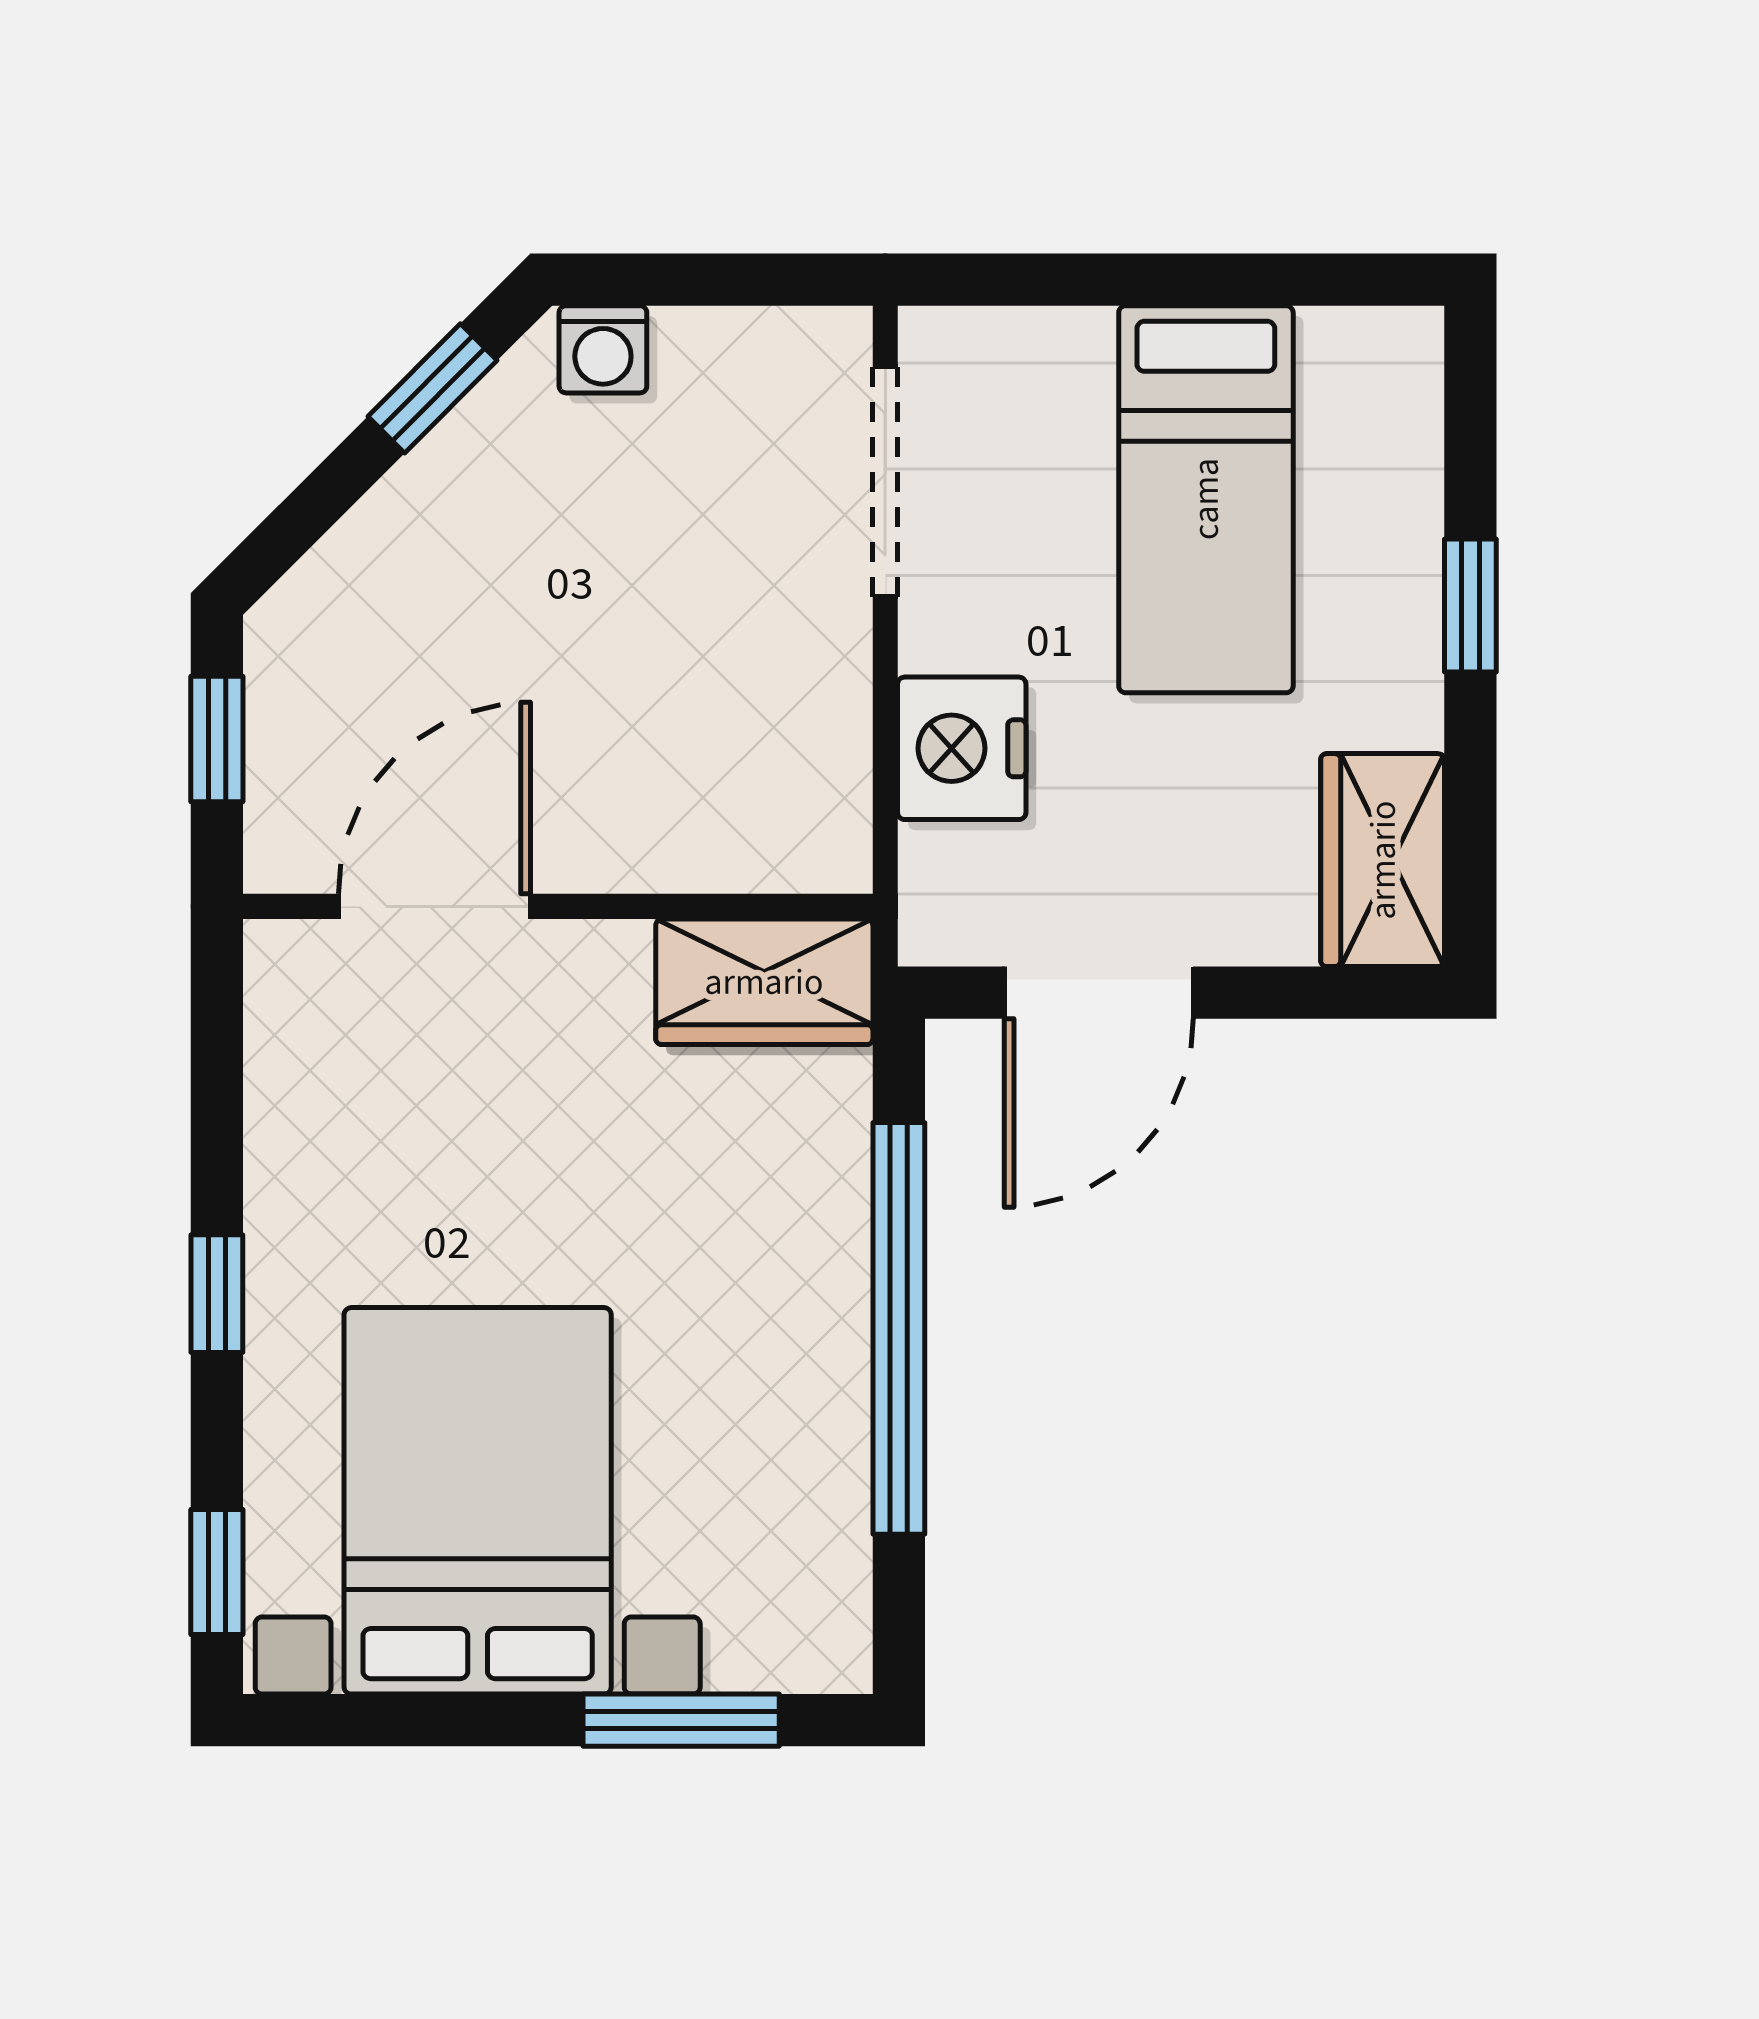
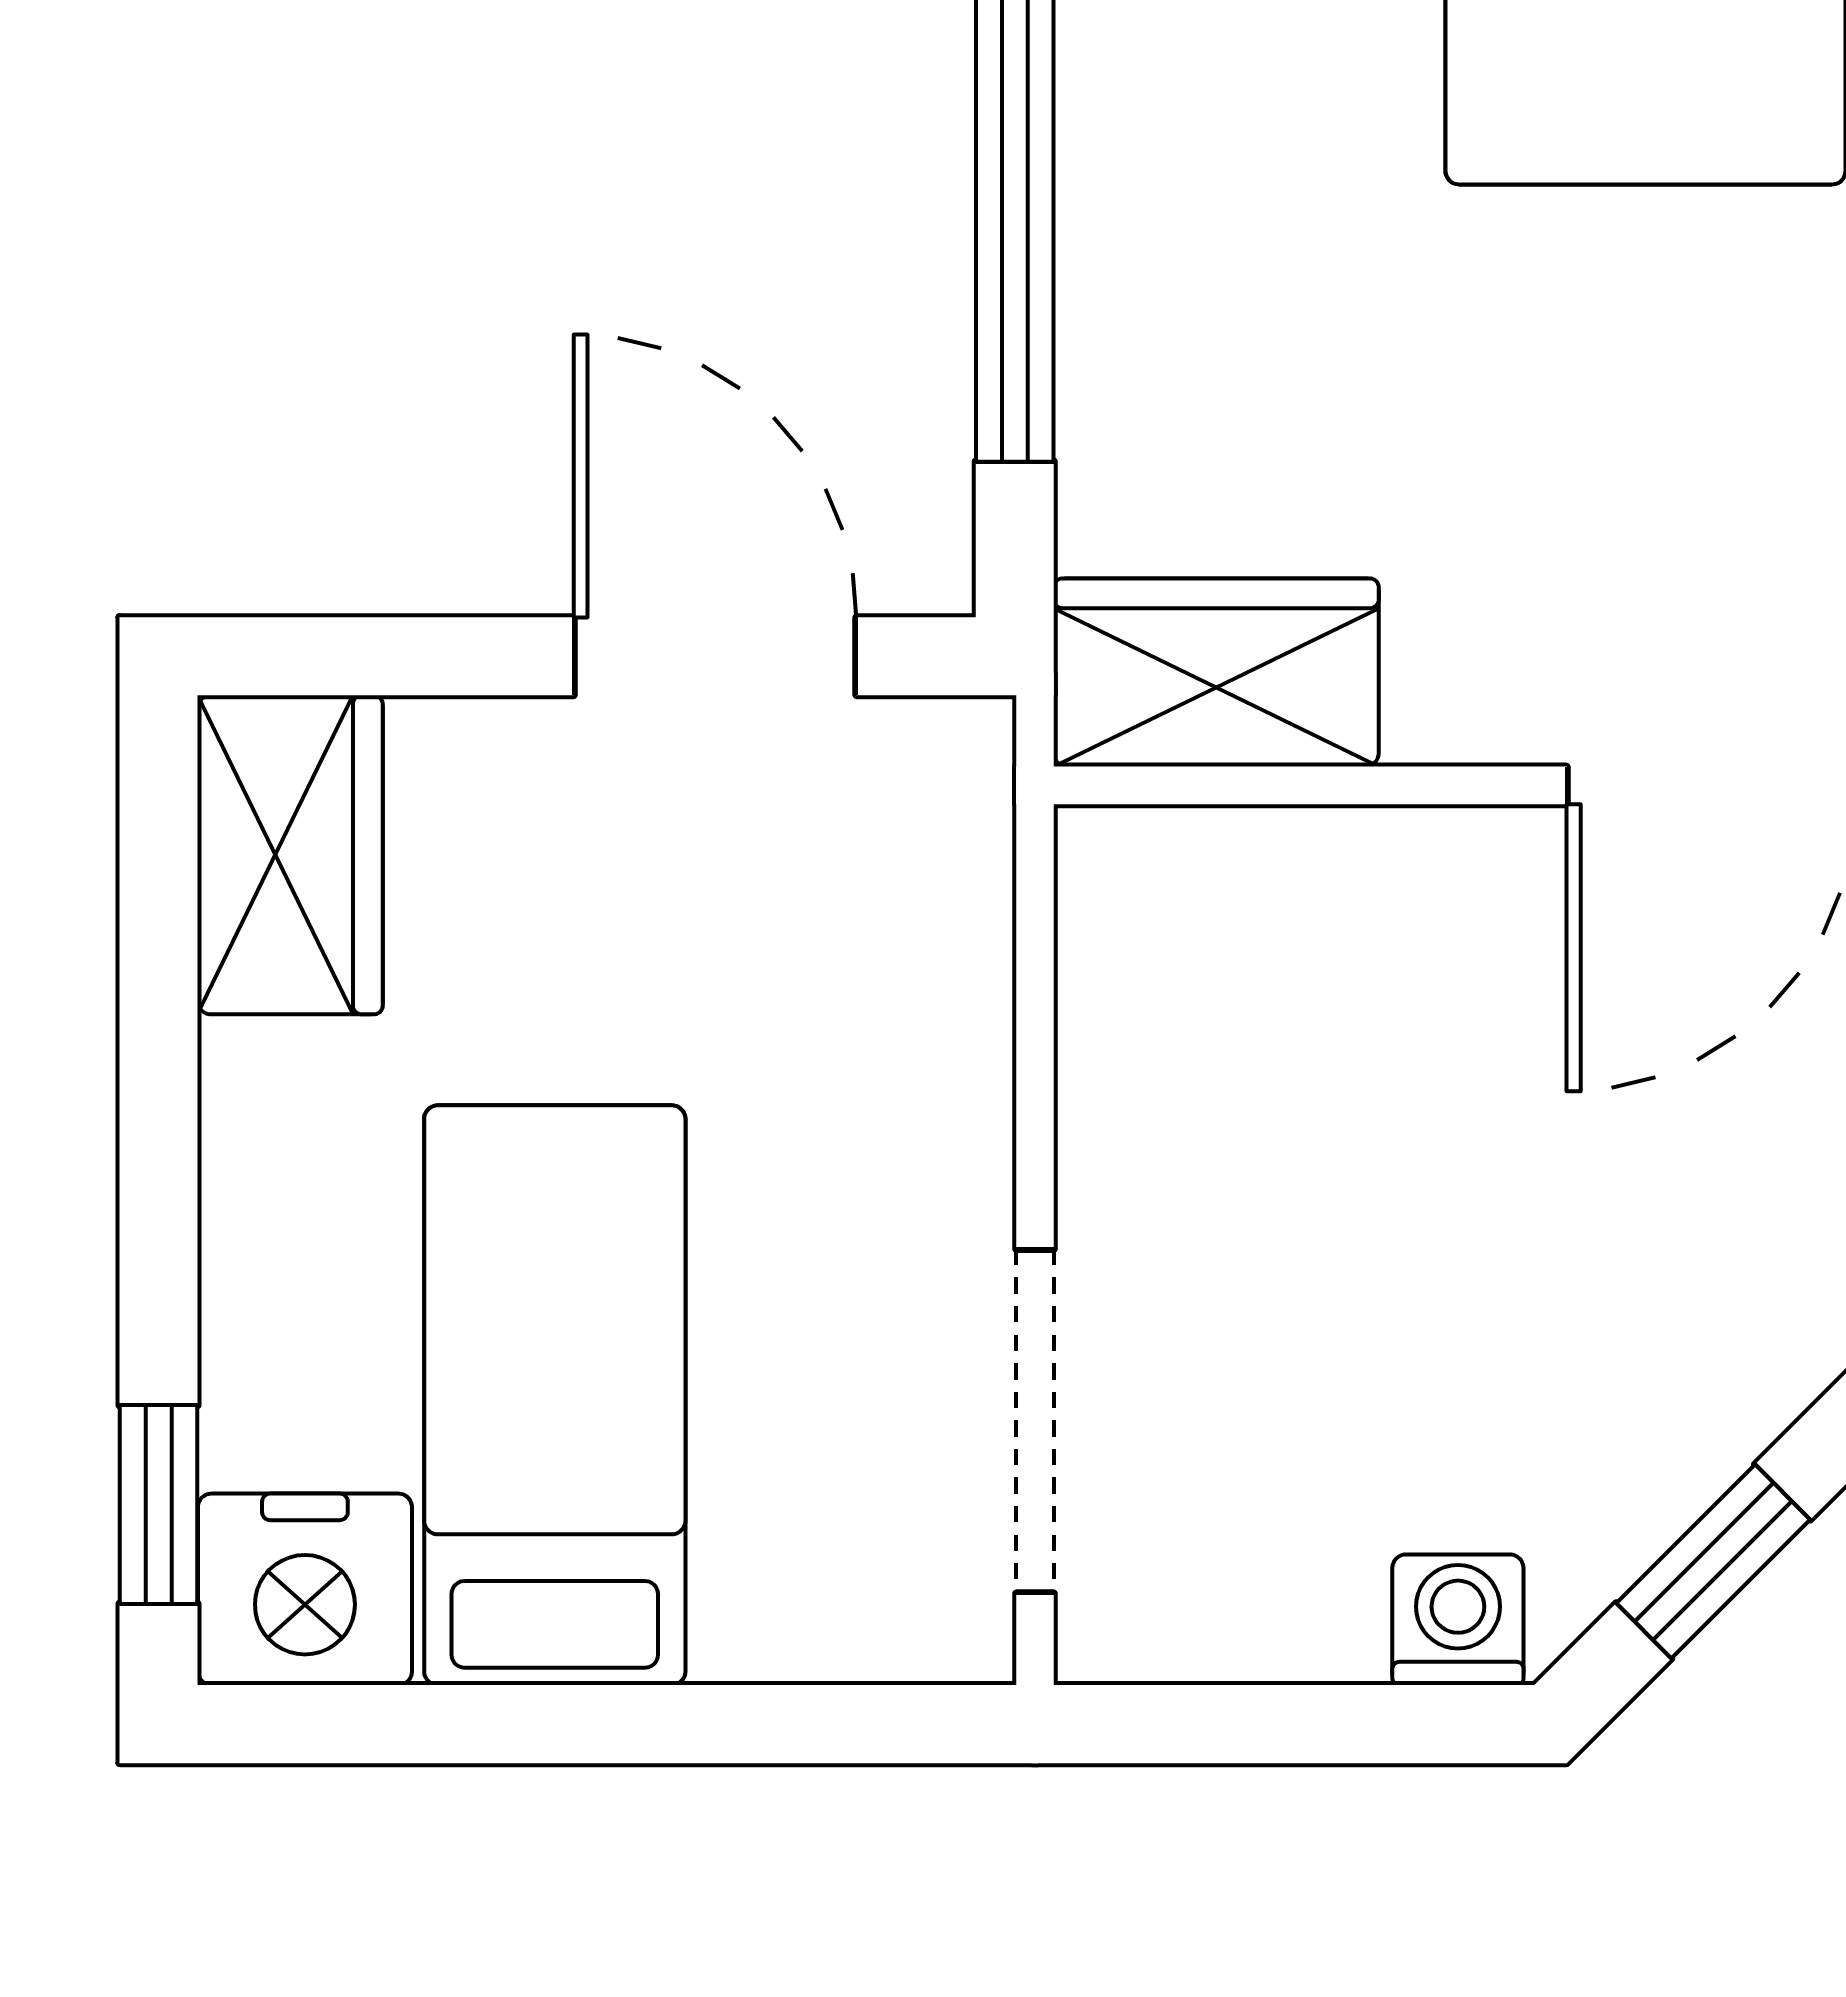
window: (1470, 606) -> (159, 1505), moved
nightstand: (962, 748) -> (305, 1589), moved, turned 90
door: (1099, 993) -> (715, 656), hinge flipped

